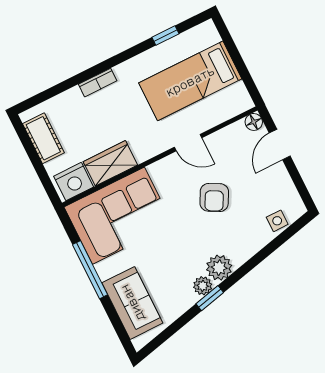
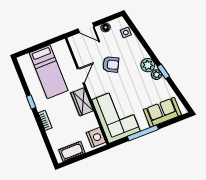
window: (165, 36) -> (31, 102), moved
floor lamp: (254, 122) -> (106, 27), moved
wardrobe: (110, 163) -> (82, 102), moved

